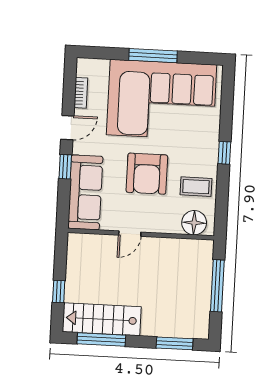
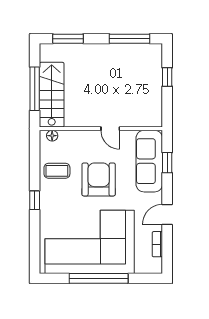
window: (153, 56) -> (99, 278), width x1.46
window: (65, 167) -> (167, 163), moved
floor lamp: (194, 223) -> (52, 136), width x0.53, depth x0.53
door: (130, 234) -> (110, 129), swing flipped
stairs: (102, 319) -> (52, 95), moved, turned -90

